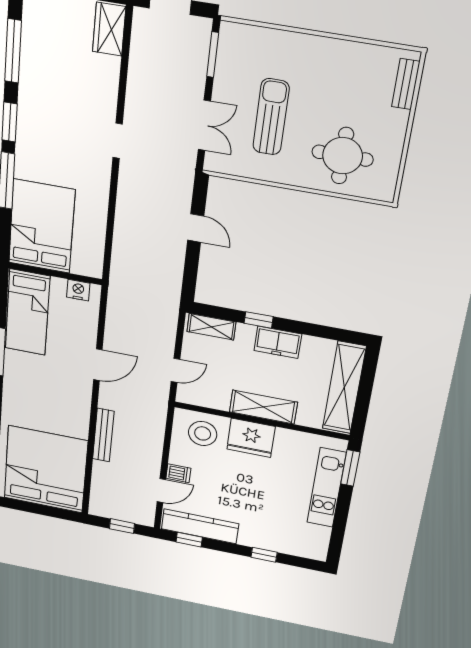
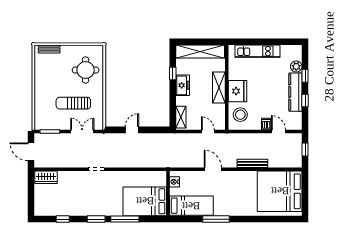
window: (13, 51) -> (63, 219), width x0.46
window: (259, 320) -> (173, 74), moved
window: (350, 468) -> (244, 42), removed
kitchen counter: (200, 526) -> (295, 92), moved
window: (189, 540) -> (305, 101), moved
plant: (285, 545) -> (296, 66), added

